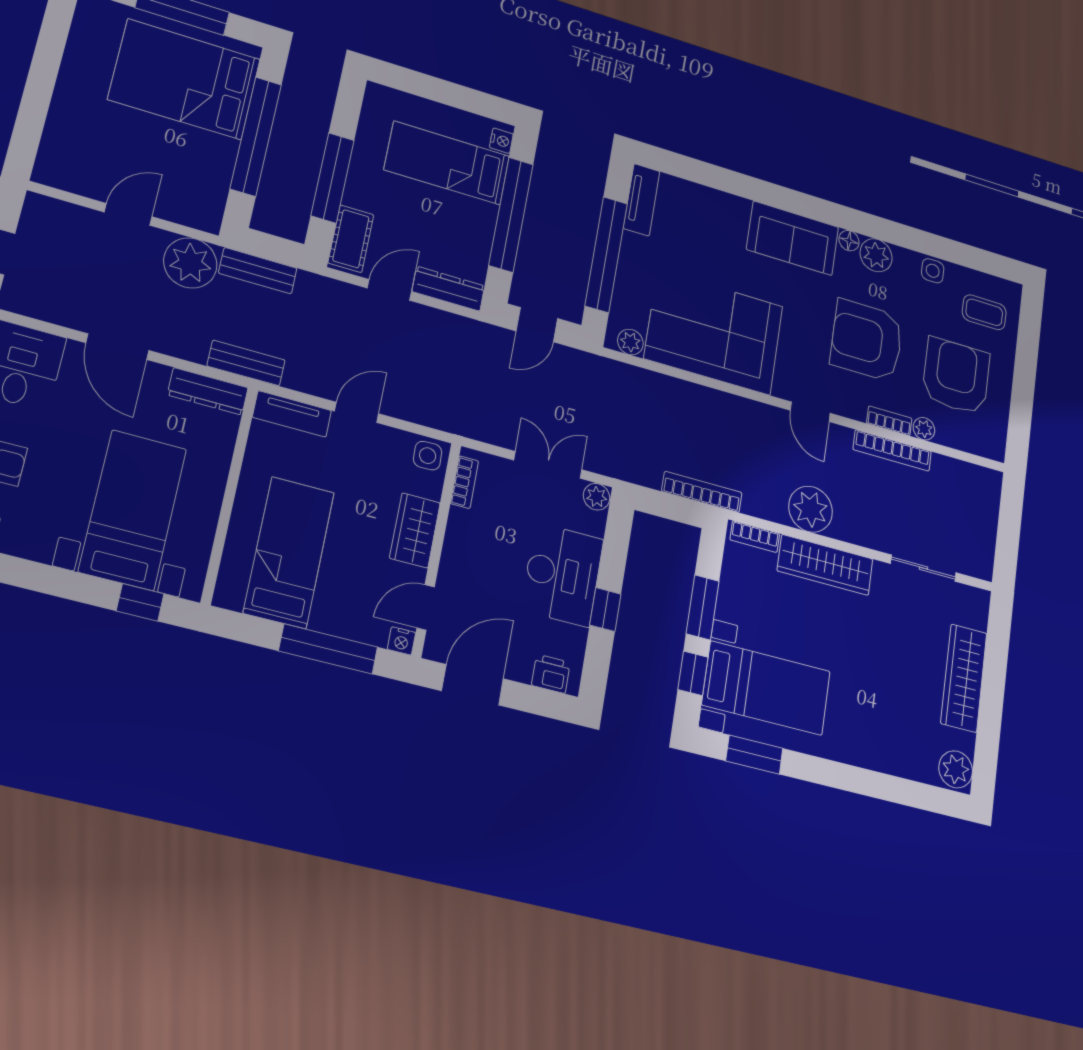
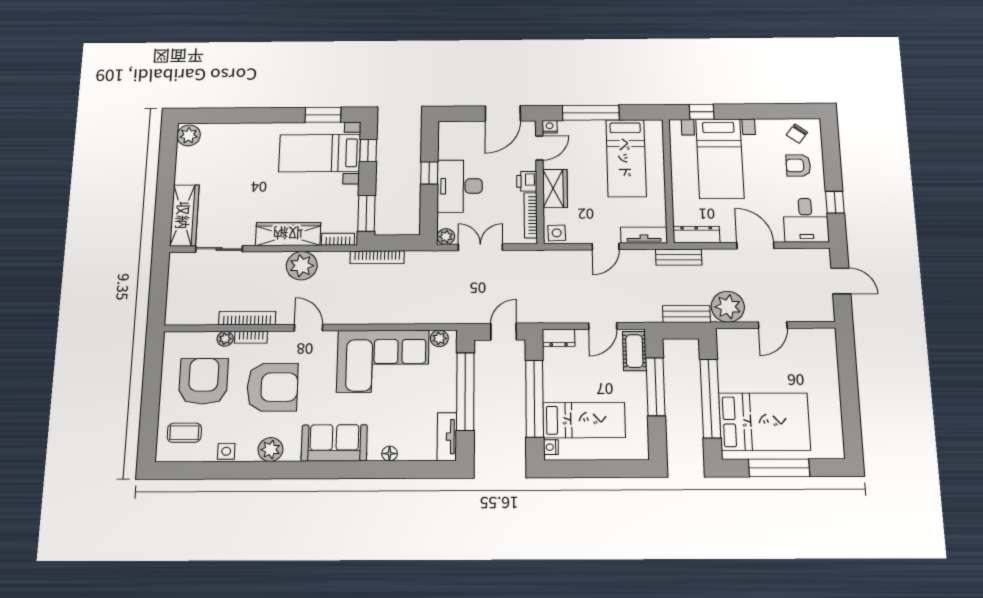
floor lamp: (849, 241) -> (390, 454), moved
dresser: (448, 289) -> (559, 338), width x0.70
armchair: (956, 376) -> (203, 381), turned 180
double door: (548, 465) -> (480, 247), swing flipped
bookcase: (464, 482) -> (531, 215), width x1.56
window: (703, 607) -> (366, 213), moved
printer: (551, 674) -> (527, 181), moved, turned 90
wardrobe: (964, 678) -> (184, 215), moved

